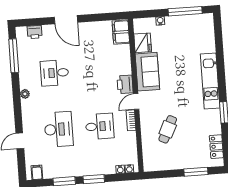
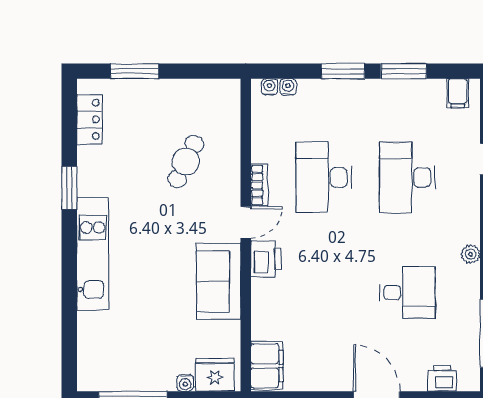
fridge: (143, 43) -> (215, 375), moved, turned 90
desk: (100, 126) -> (324, 177), width x1.37

